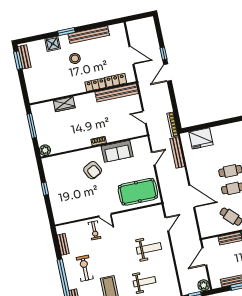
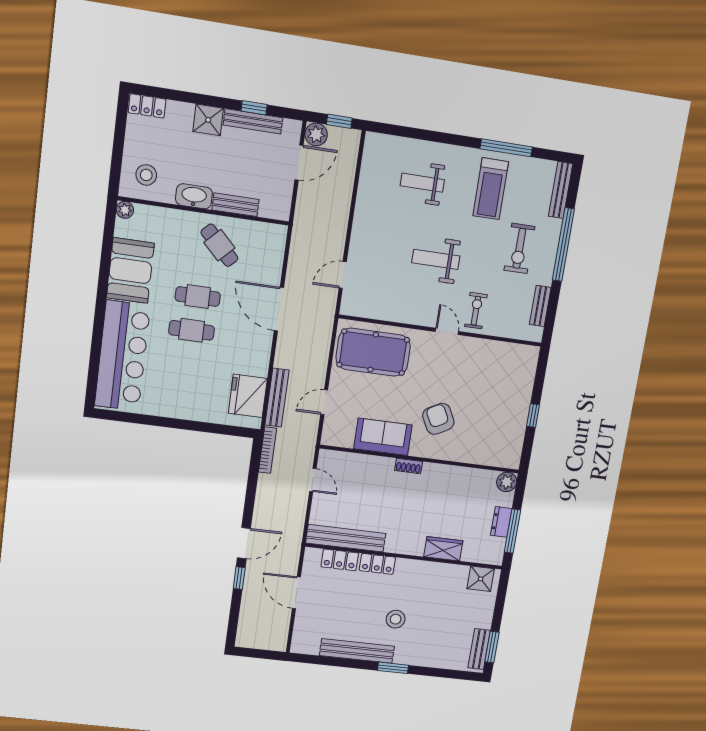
shower: (53, 44) -> (481, 579), moved
dresser: (40, 128) -> (501, 522), added
fridge: (201, 138) -> (248, 396), moved, turned -90
weight bench: (149, 248) -> (436, 259), moved
door: (204, 257) -> (299, 163), moved

